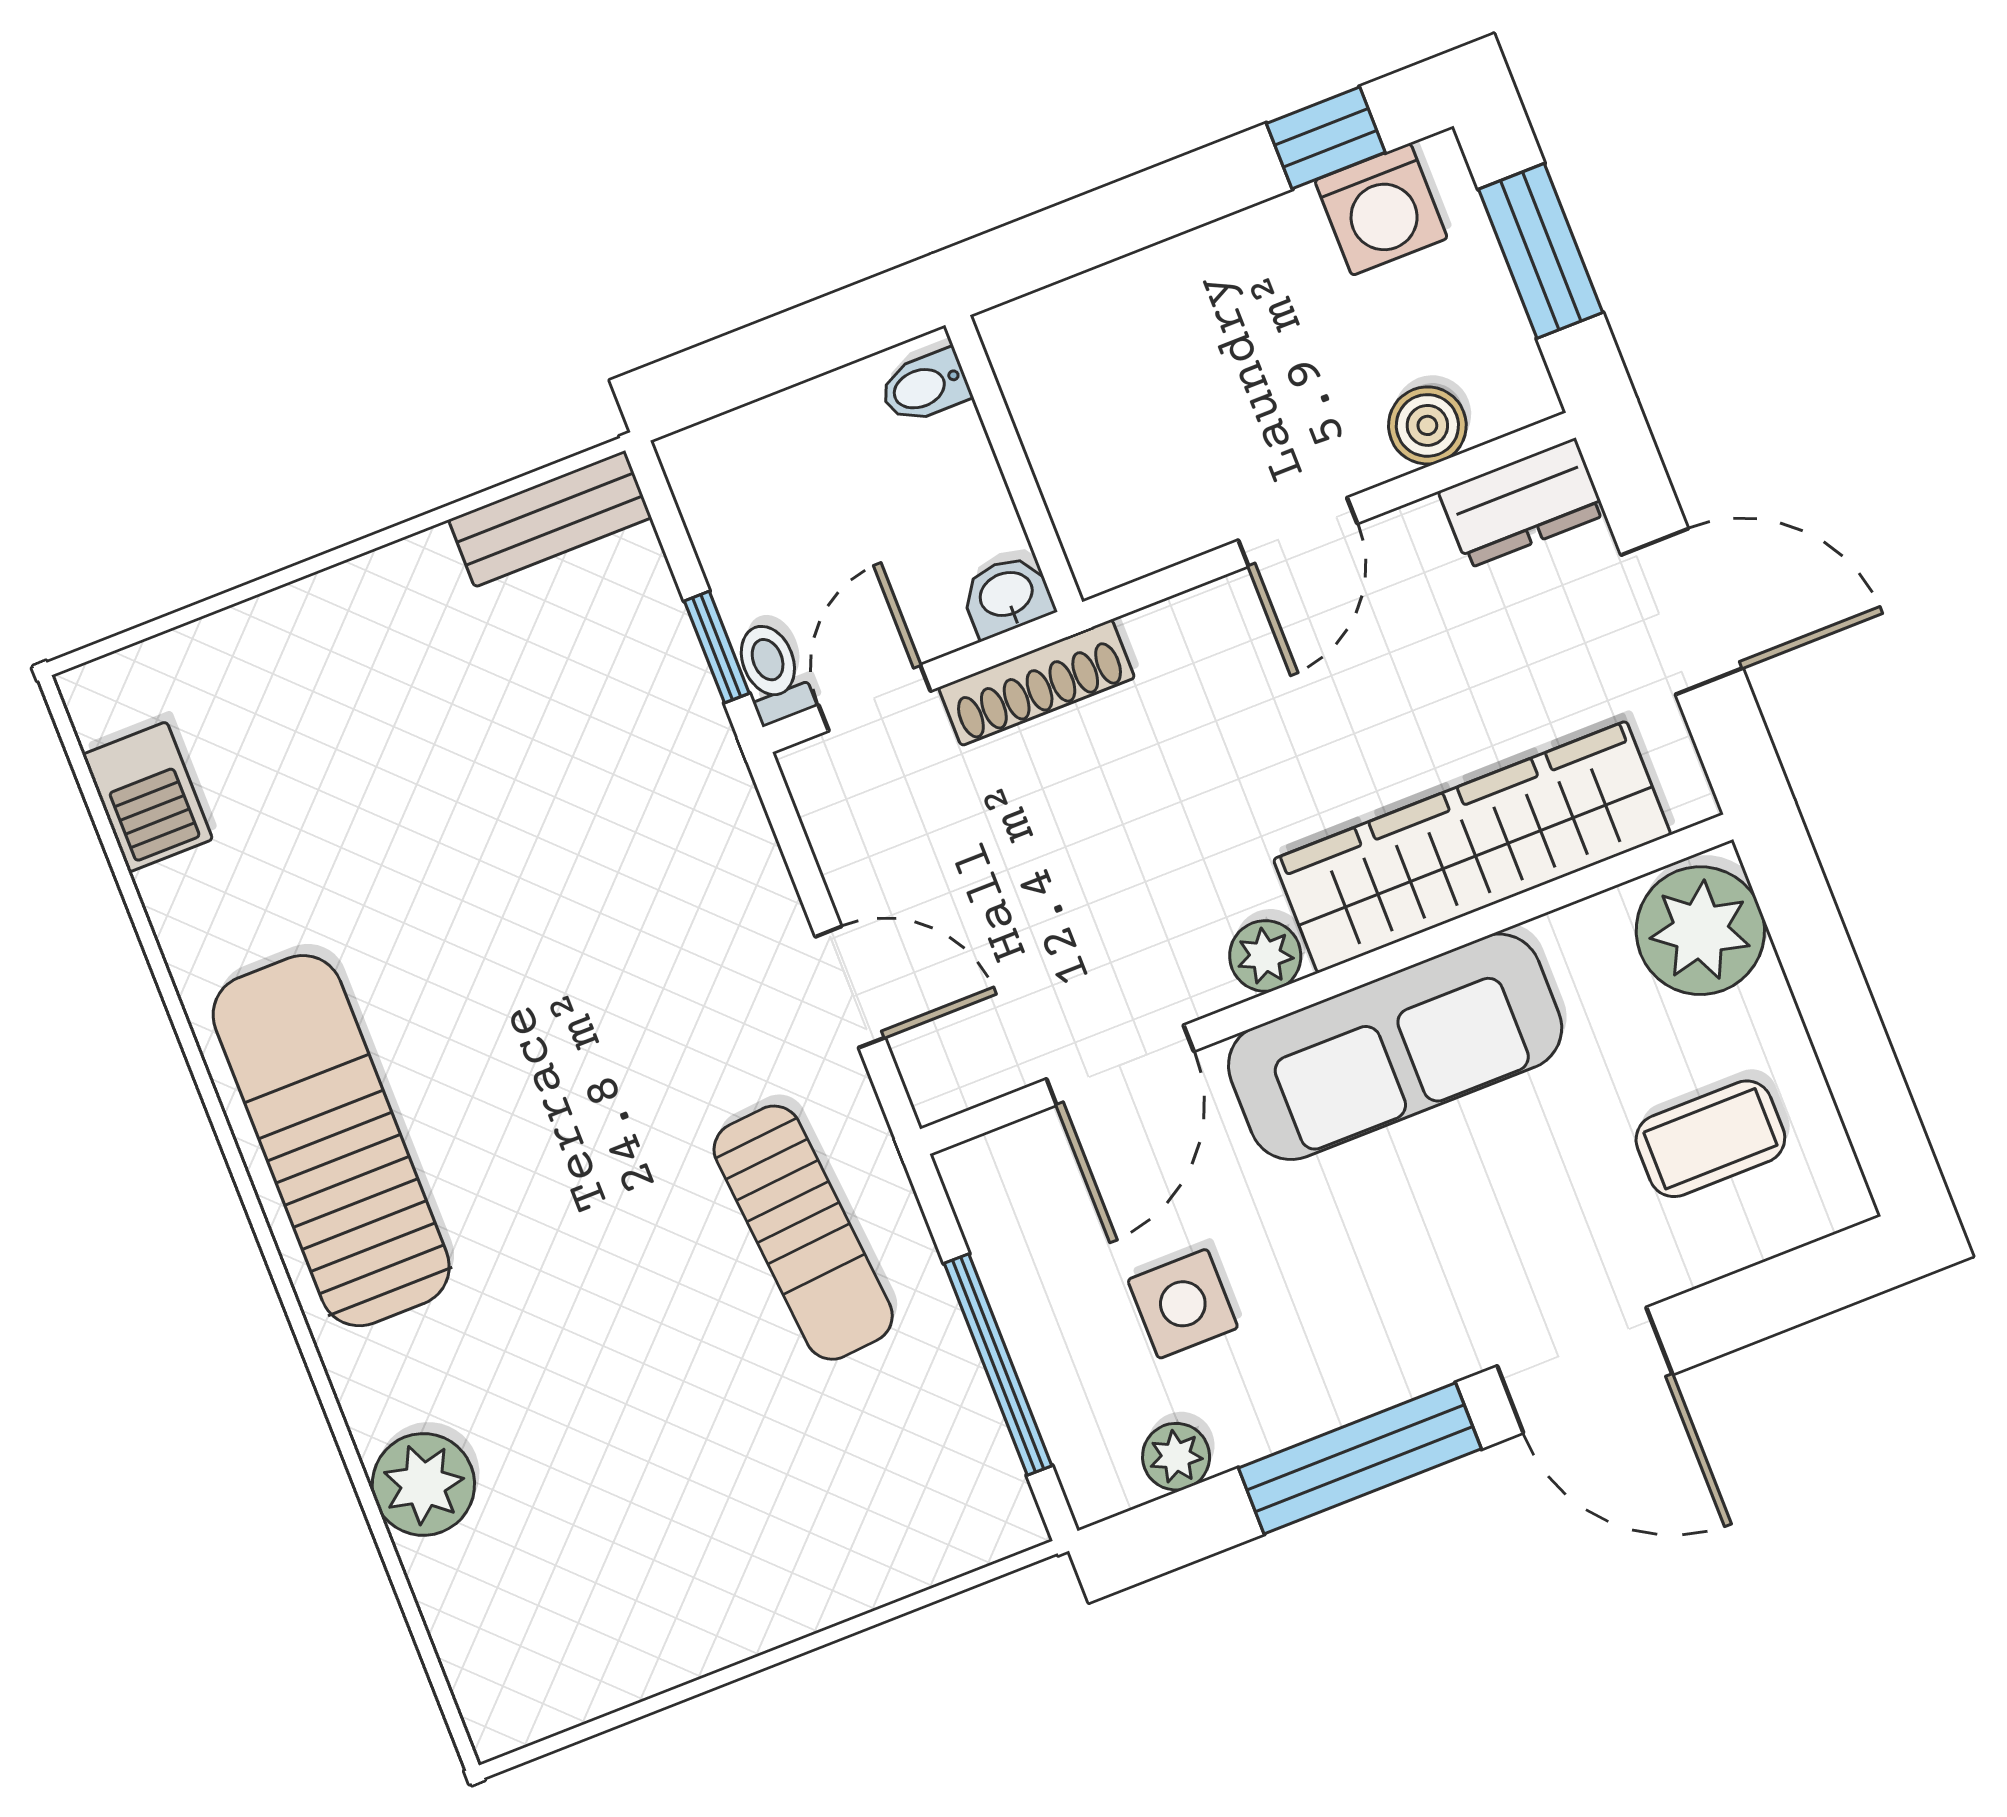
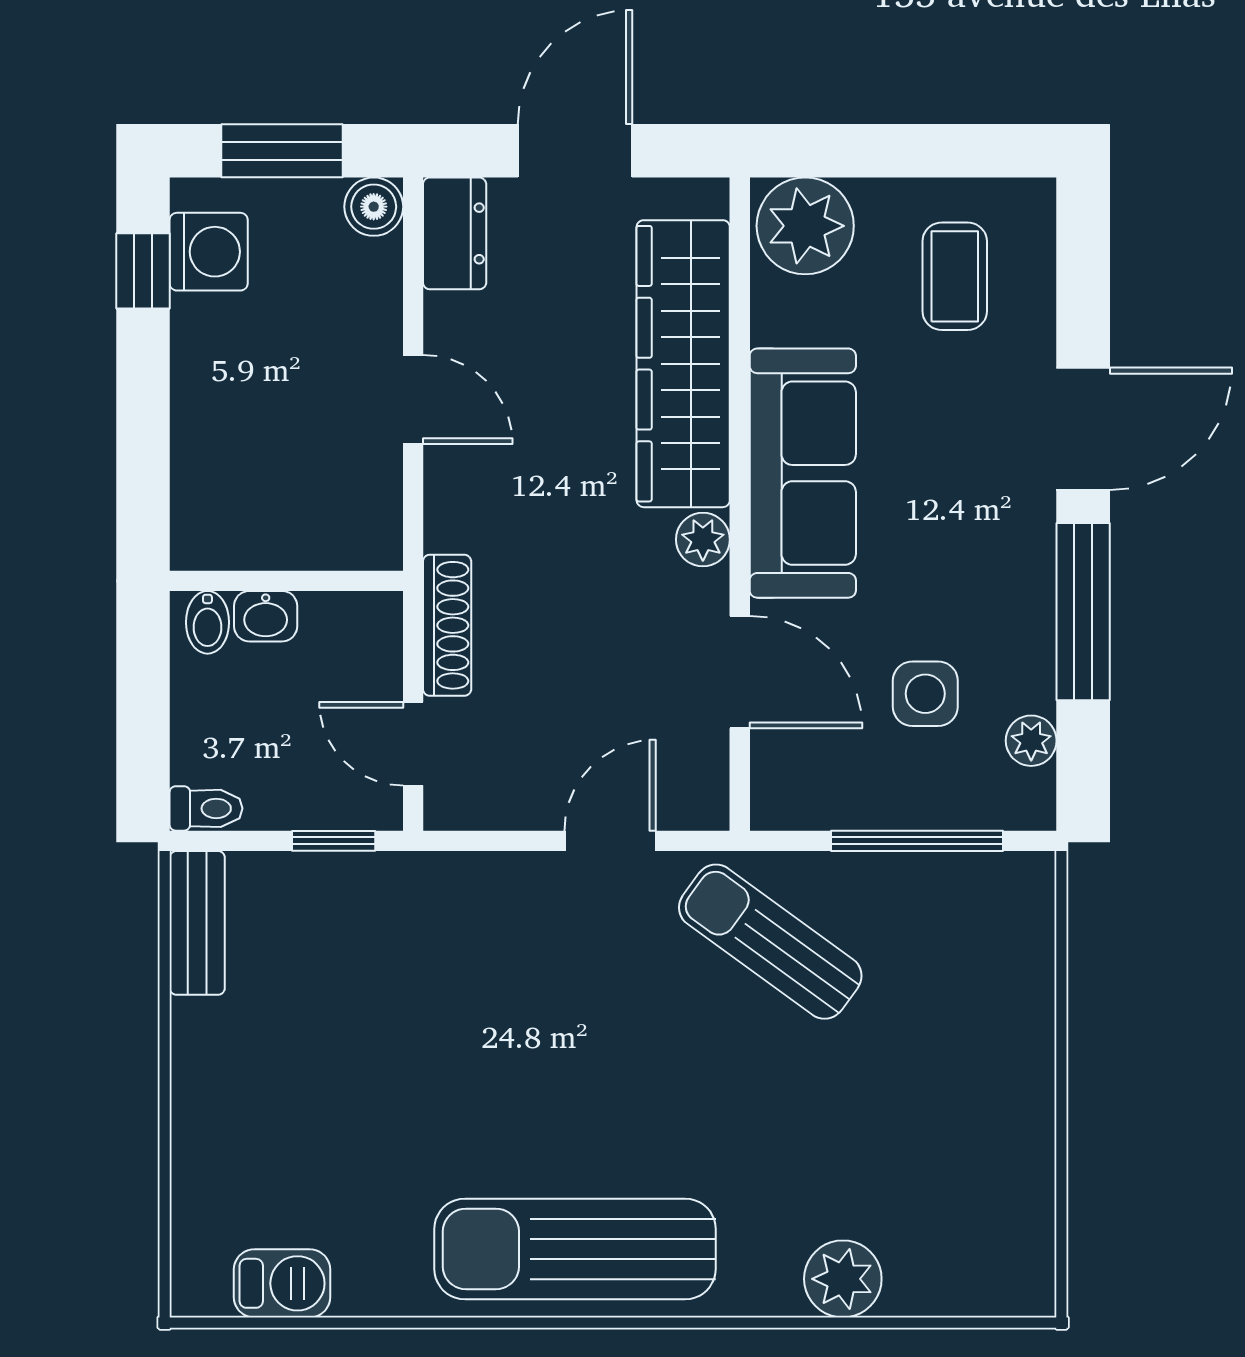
boiler: (1427, 425) -> (374, 207), moved
washbasin: (1007, 596) -> (266, 616), moved, turned -90
toilet: (772, 672) -> (206, 808), moved, turned 180
sun lounger: (803, 1233) -> (770, 942), turned -139

